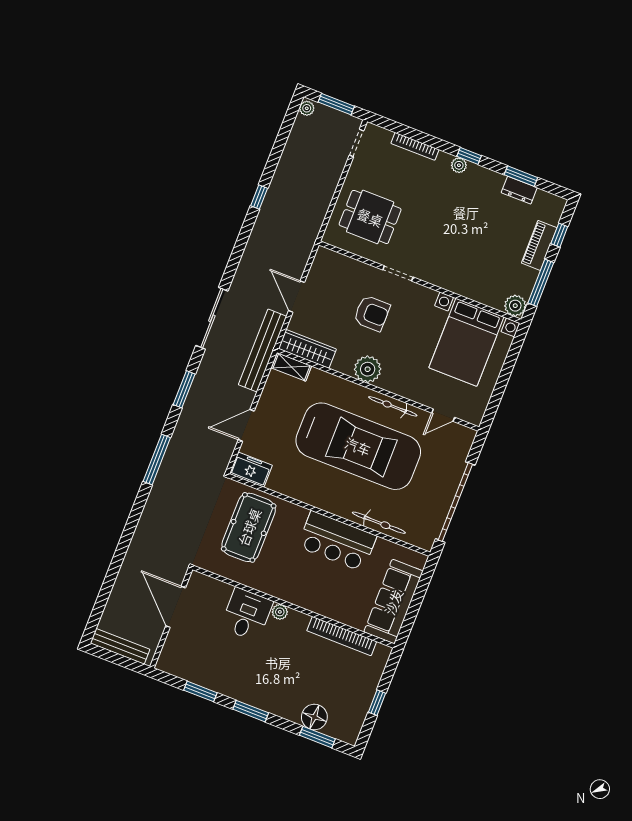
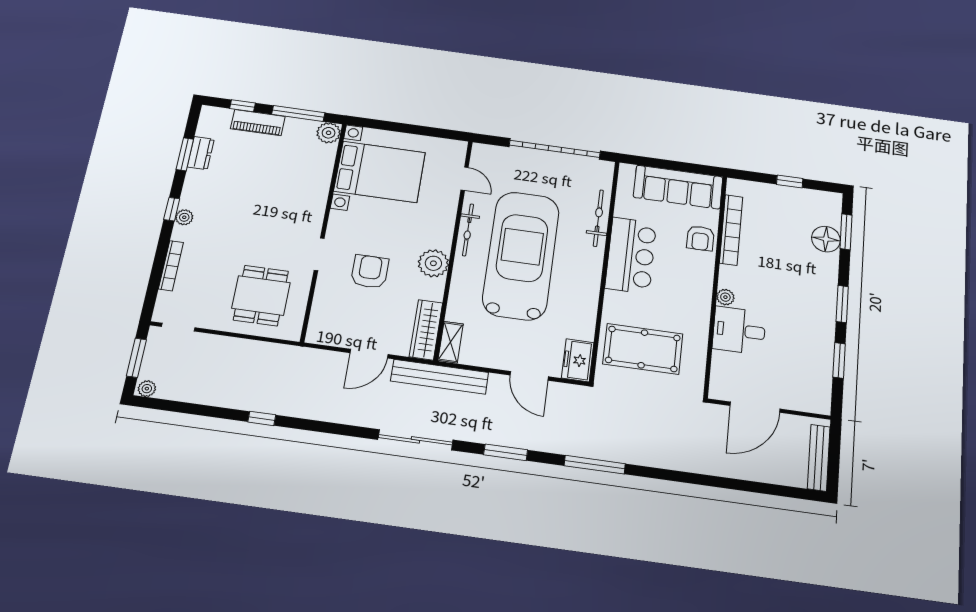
armchair: (340, 607) -> (700, 238), added

